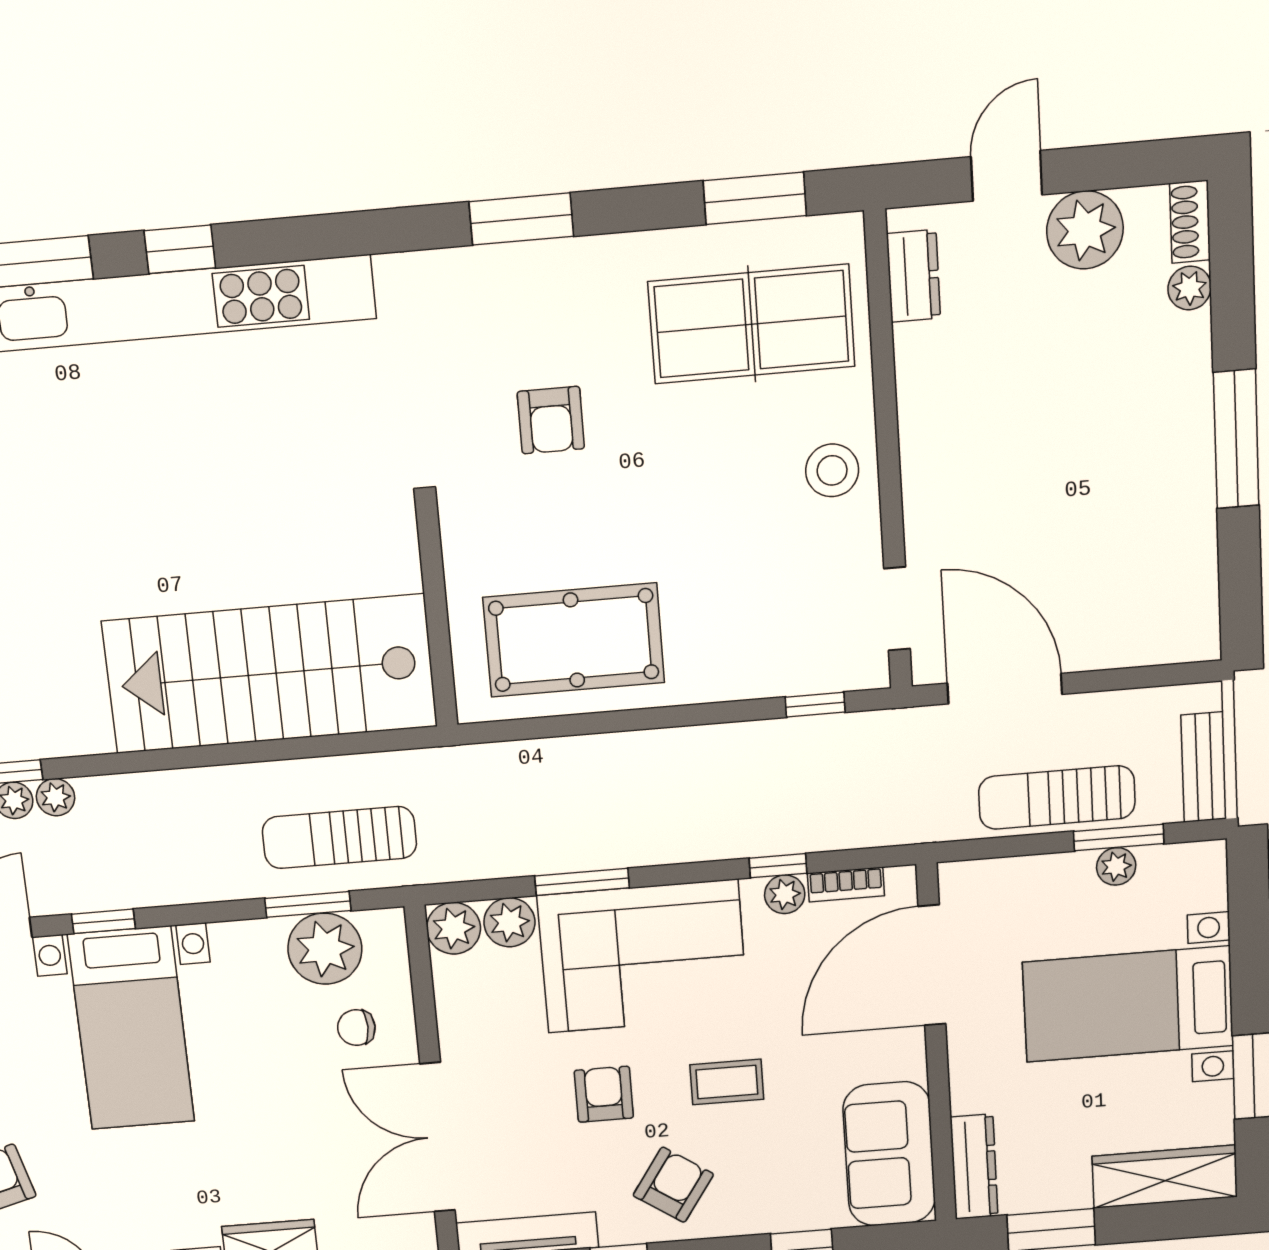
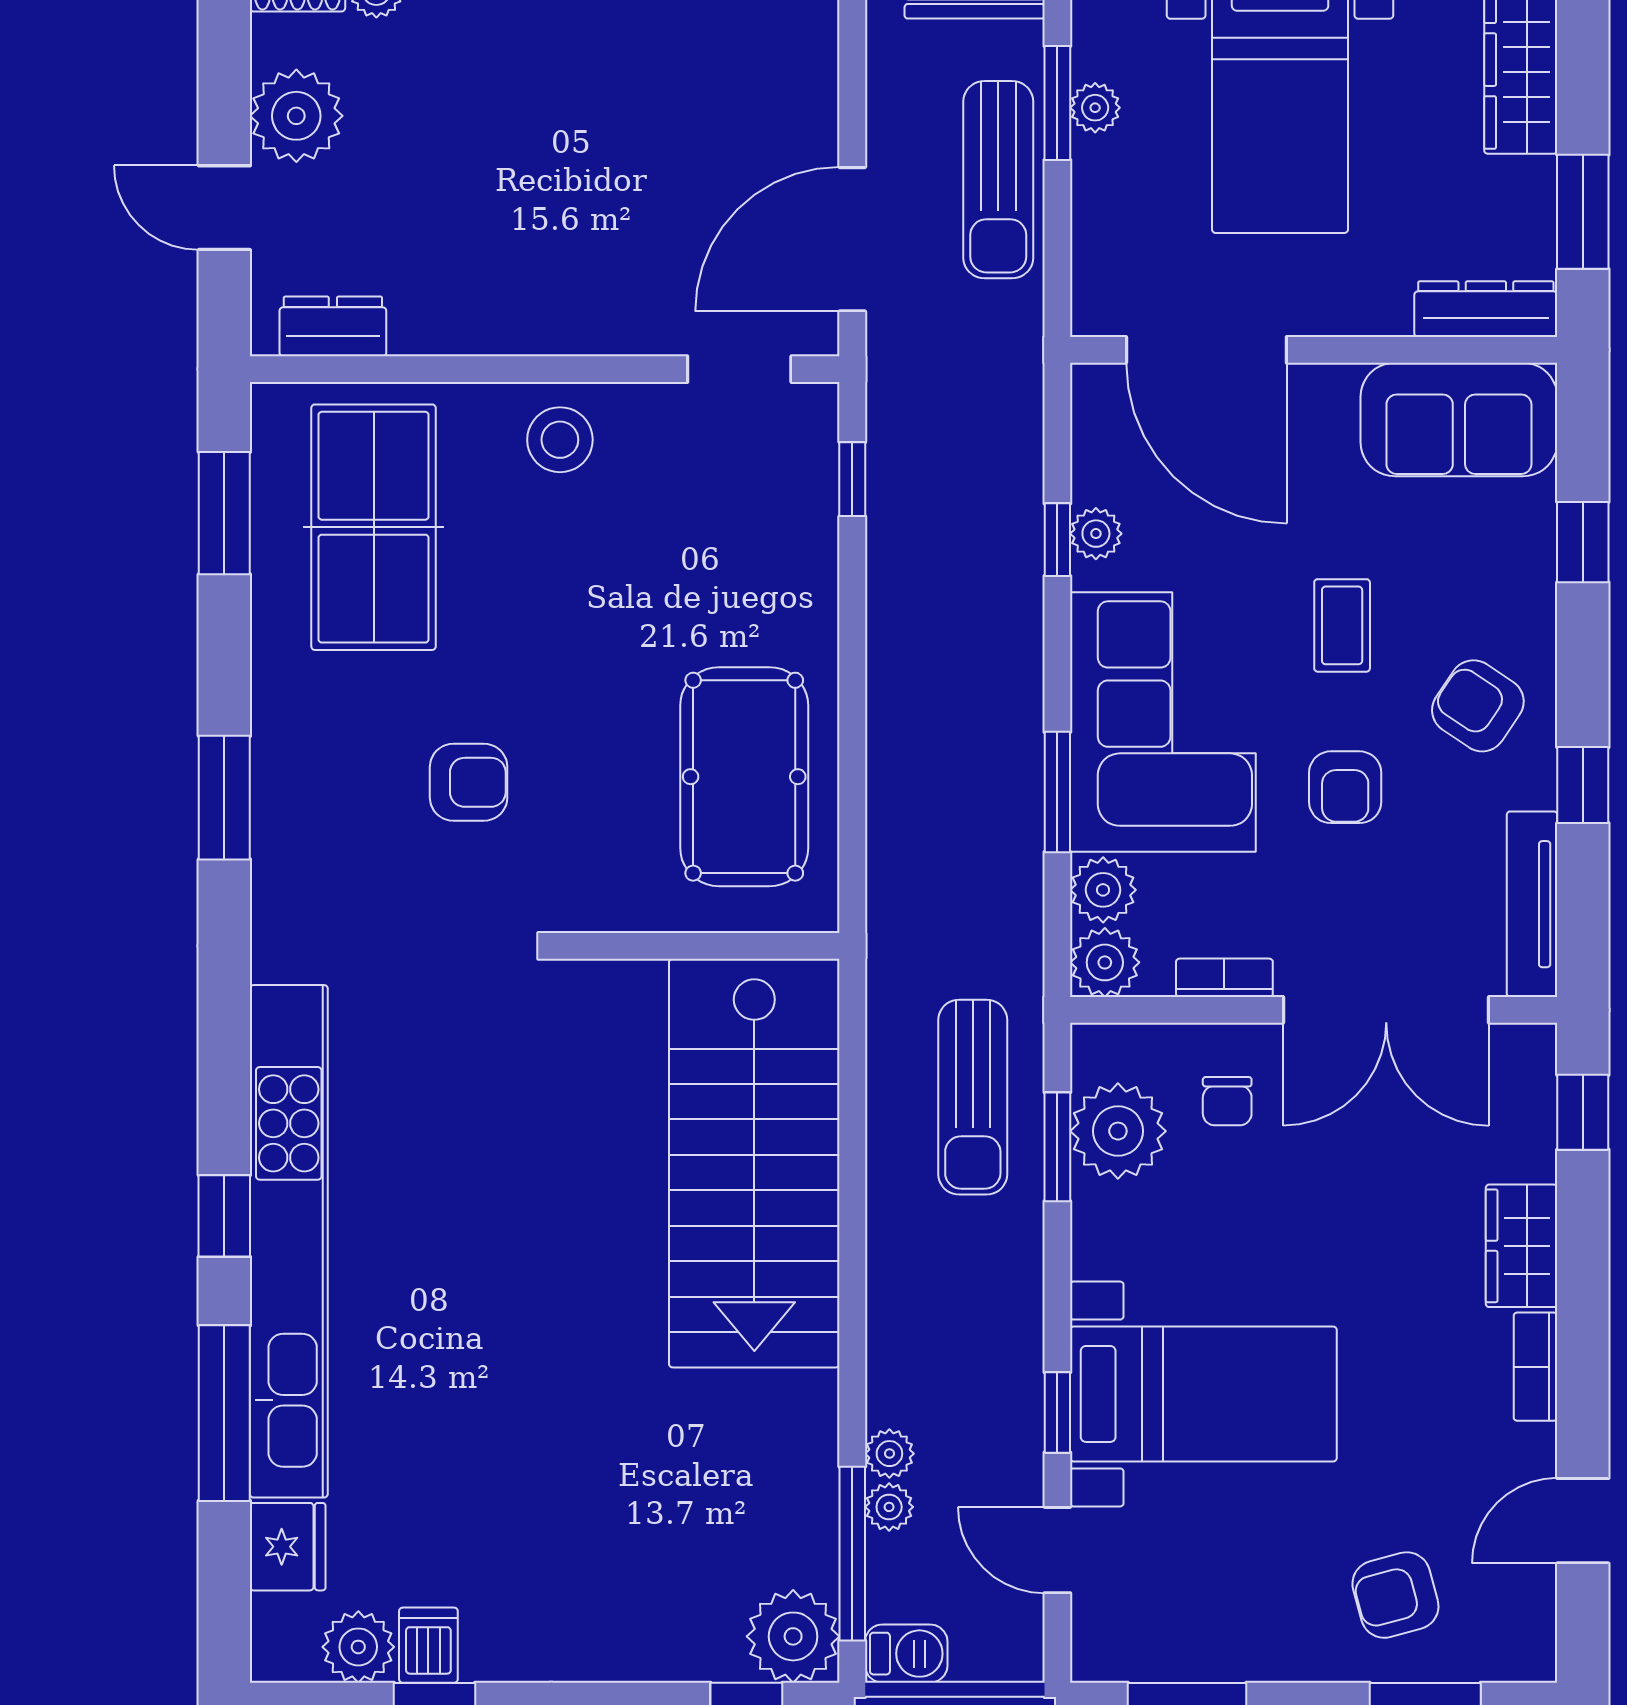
bookcase: (846, 884) -> (1224, 978), moved, turned -90
armchair: (604, 1094) -> (1345, 787), turned -90

